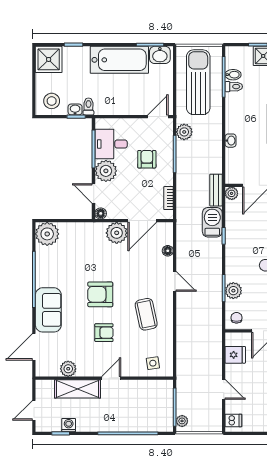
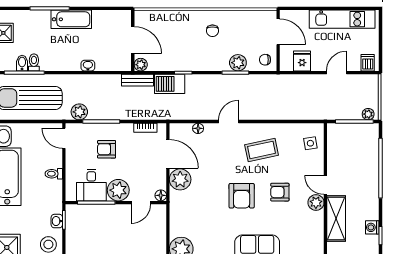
toilet: (88, 106) -> (54, 174), moved
armchair: (104, 333) -> (280, 192), turned -90
plant: (68, 369) -> (316, 203), moved

